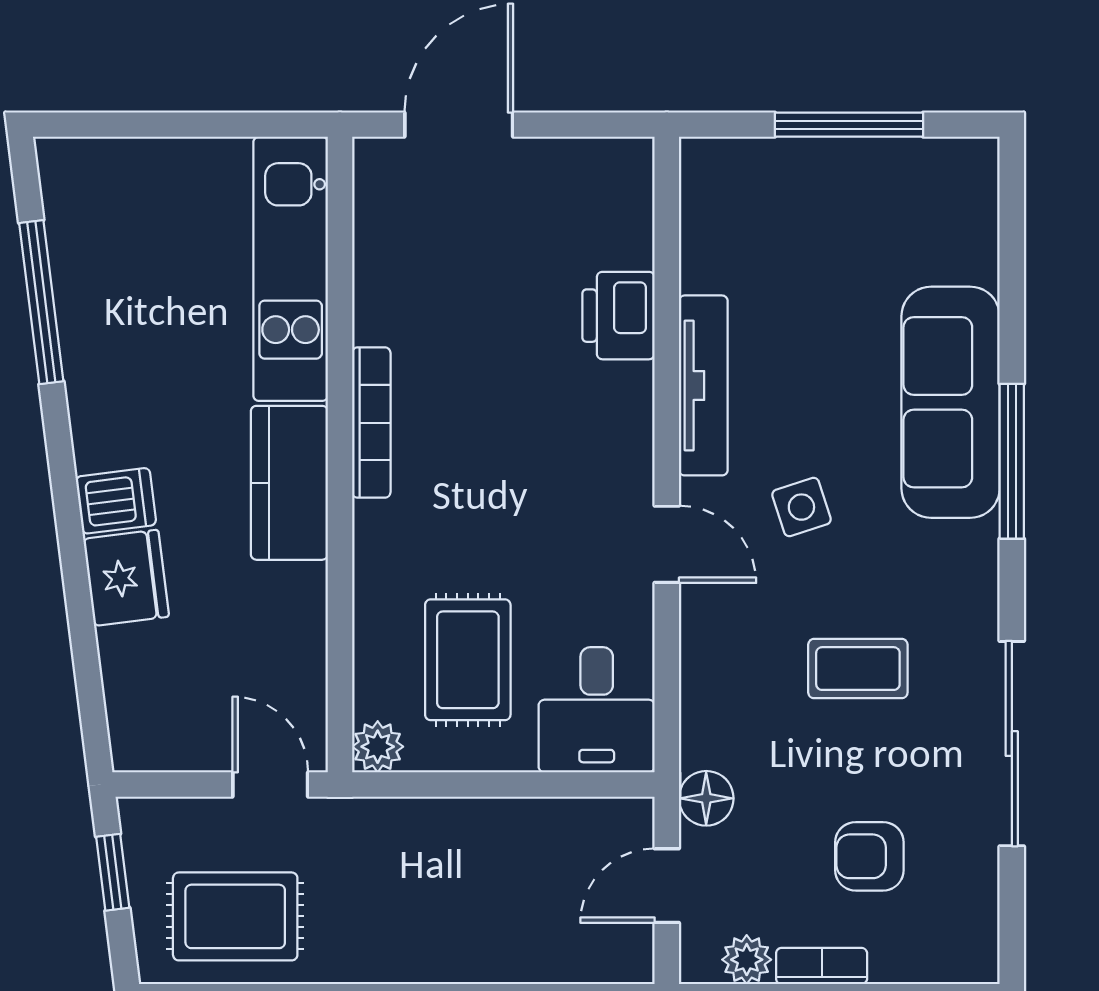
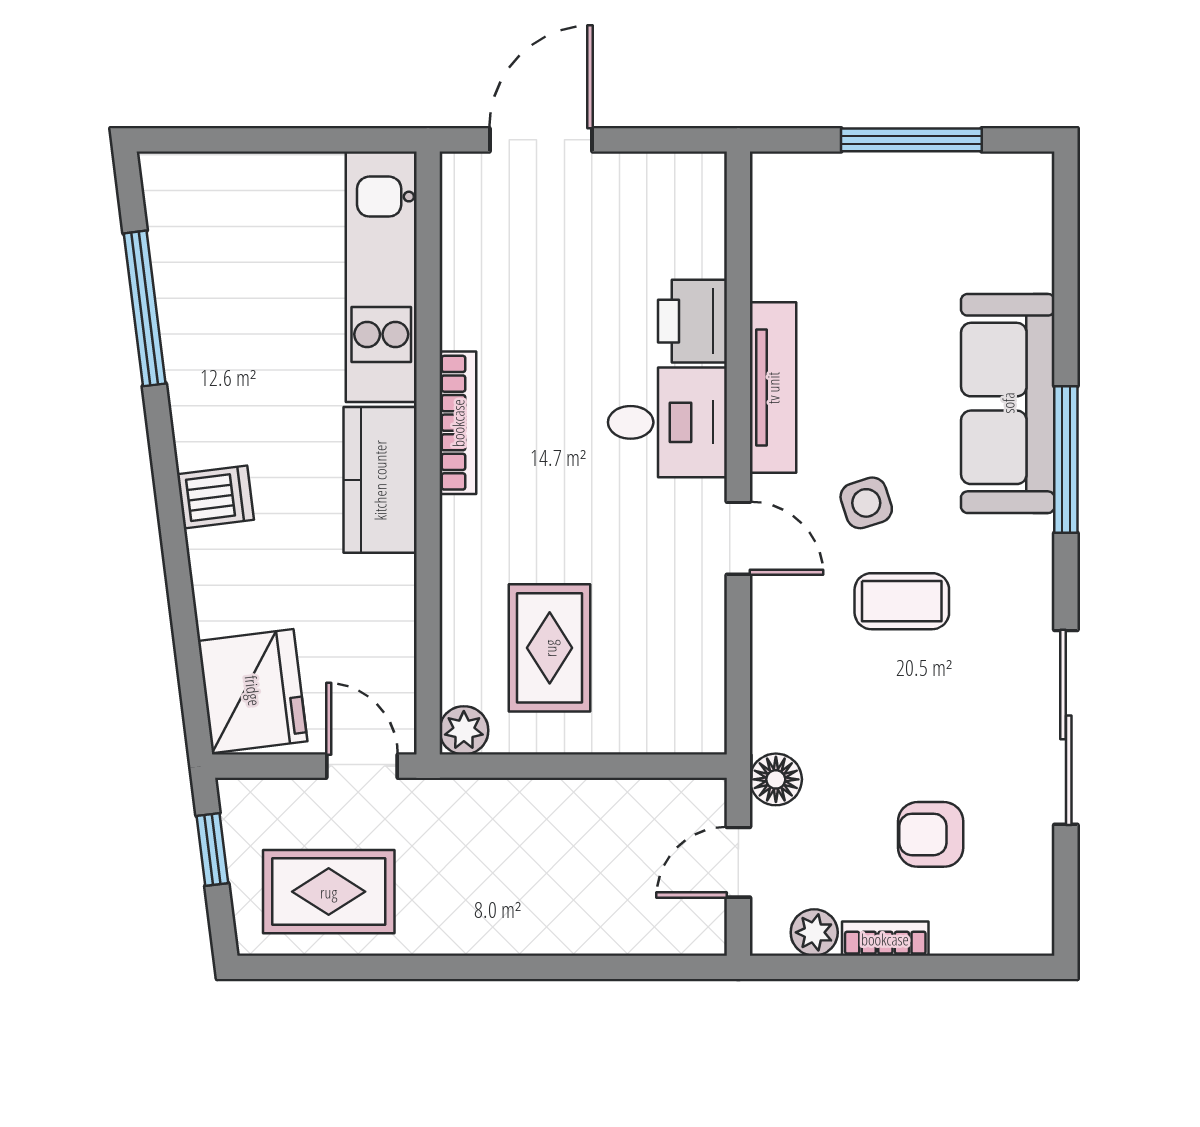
fridge: (126, 578) -> (253, 691), moved, width x1.36, depth x1.34
coffee table: (858, 669) -> (902, 601), moved
desk: (597, 710) -> (668, 422), moved, turned -90

